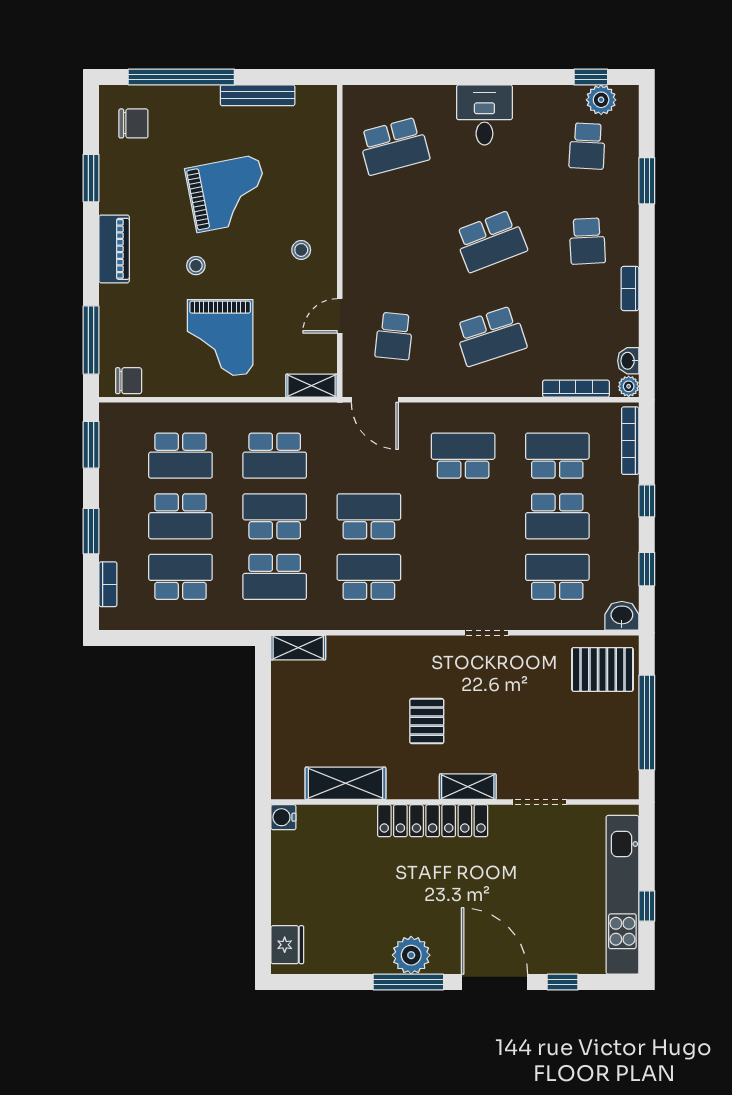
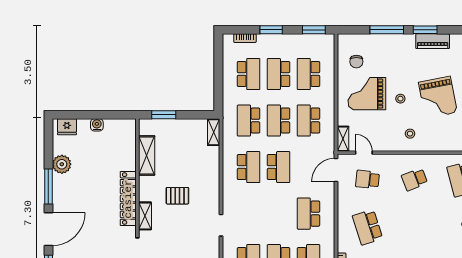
window: (91, 178) -> (425, 30), moved
school desk: (491, 241) -> (414, 179), moved, width x0.54
piano: (114, 249) -> (433, 41), moved
stool: (196, 266) -> (400, 99), moved
door: (340, 316) -> (364, 153), moved
window: (91, 340) -> (387, 30), moved
chair: (129, 381) -> (356, 62), moved
school desk: (463, 456) -> (308, 214), turned 180
school desk: (275, 516) -> (279, 121), turned 180
window: (263, 749) -> (164, 115), added
water cooler: (283, 817) -> (97, 125), moved
plant: (411, 955) -> (62, 164), moved

